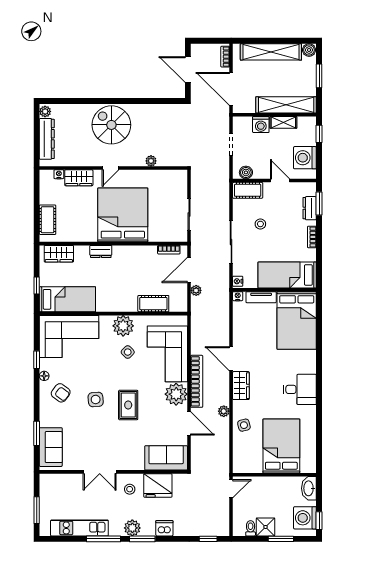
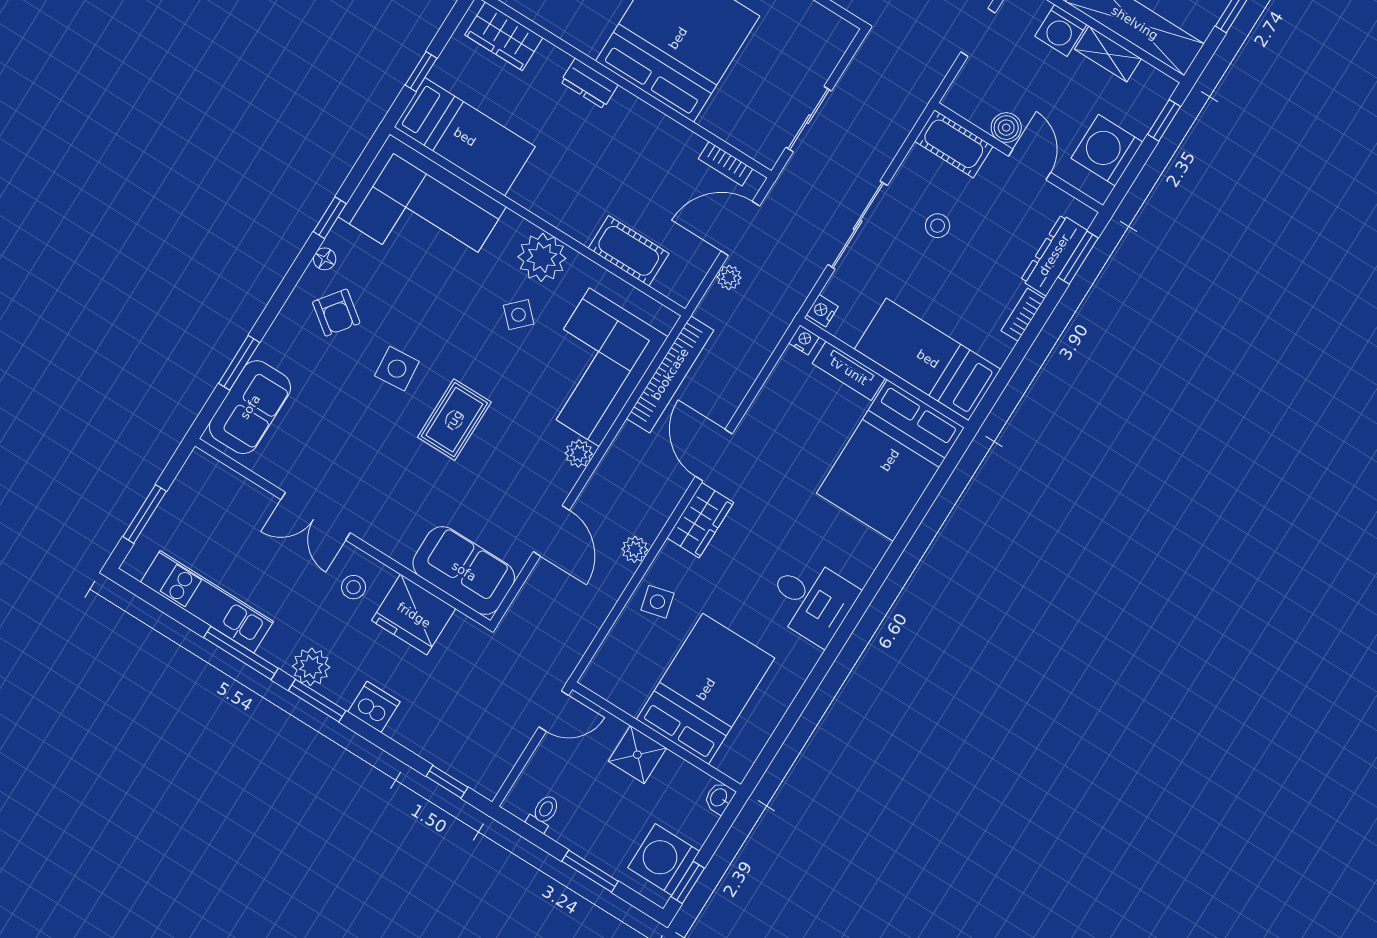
boiler: (246, 172) -> (1006, 128), moved
dresser: (310, 208) -> (1054, 255), width x1.44
bookcase: (197, 381) -> (670, 374), moved
plant: (176, 394) -> (579, 454), width x0.53, depth x0.53
washbasin: (309, 488) -> (719, 798), width x0.52, depth x0.69
shower: (266, 527) -> (637, 755), moved

